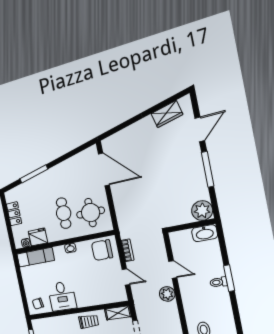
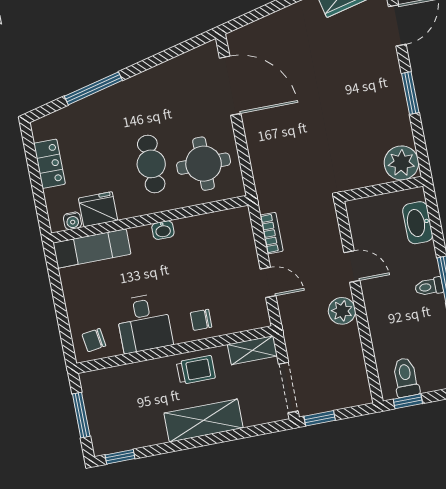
window: (208, 169) -> (410, 93), width x0.69
washbasin: (205, 233) -> (418, 223), moved, turned 90
chair: (102, 250) -> (201, 320), moved, width x0.54, depth x0.54

